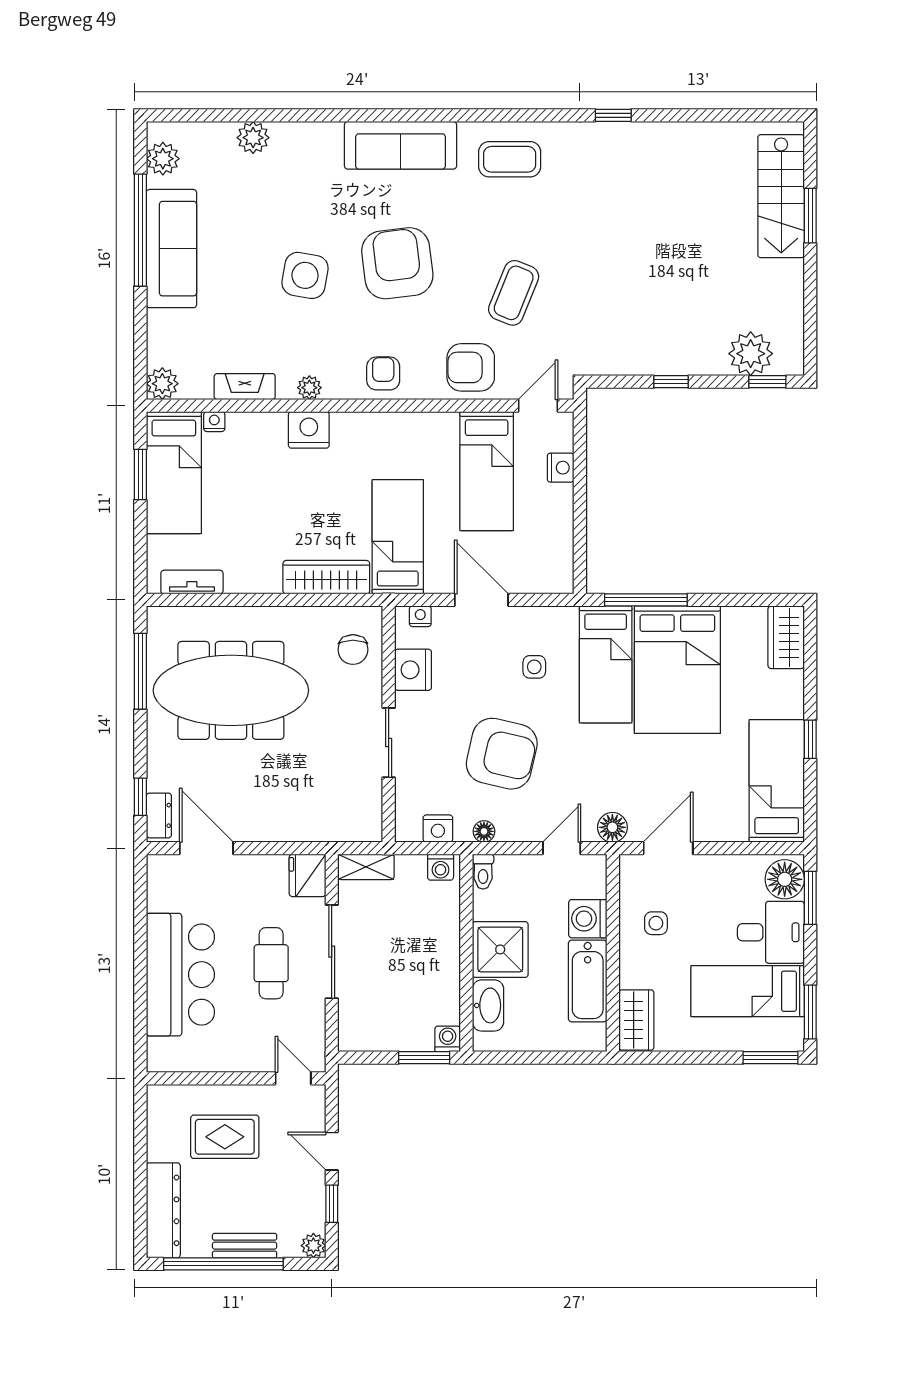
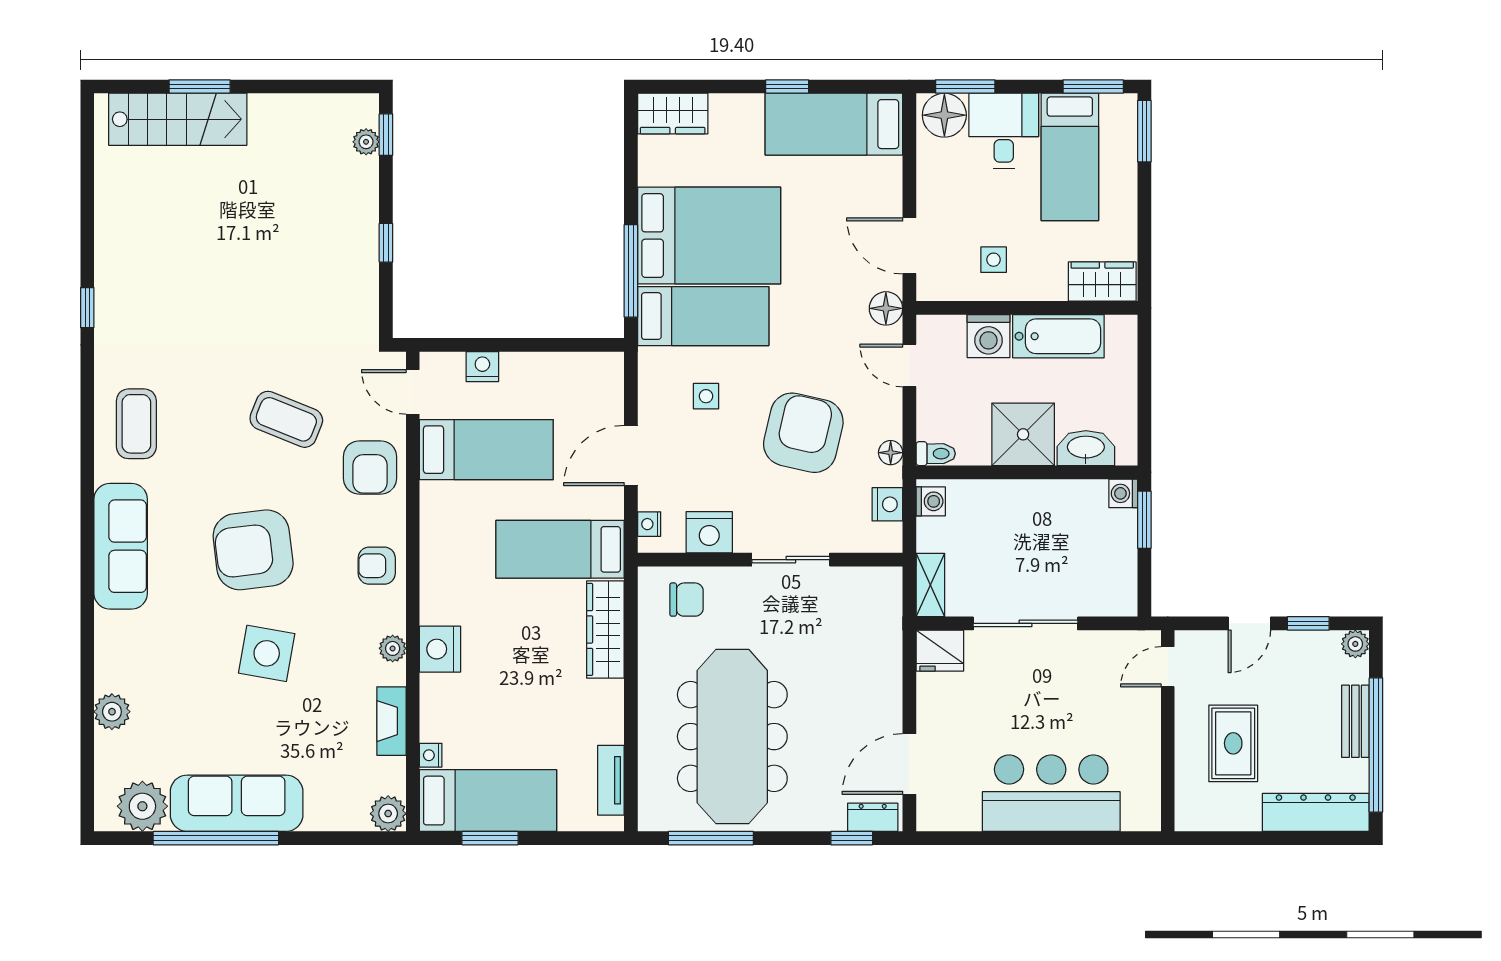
plant: (163, 159) -> (142, 806), width x1.36, depth x1.36
plant: (751, 354) -> (366, 142), width x0.53, depth x0.53
cafe table: (271, 963) -> (1038, 691), removed

